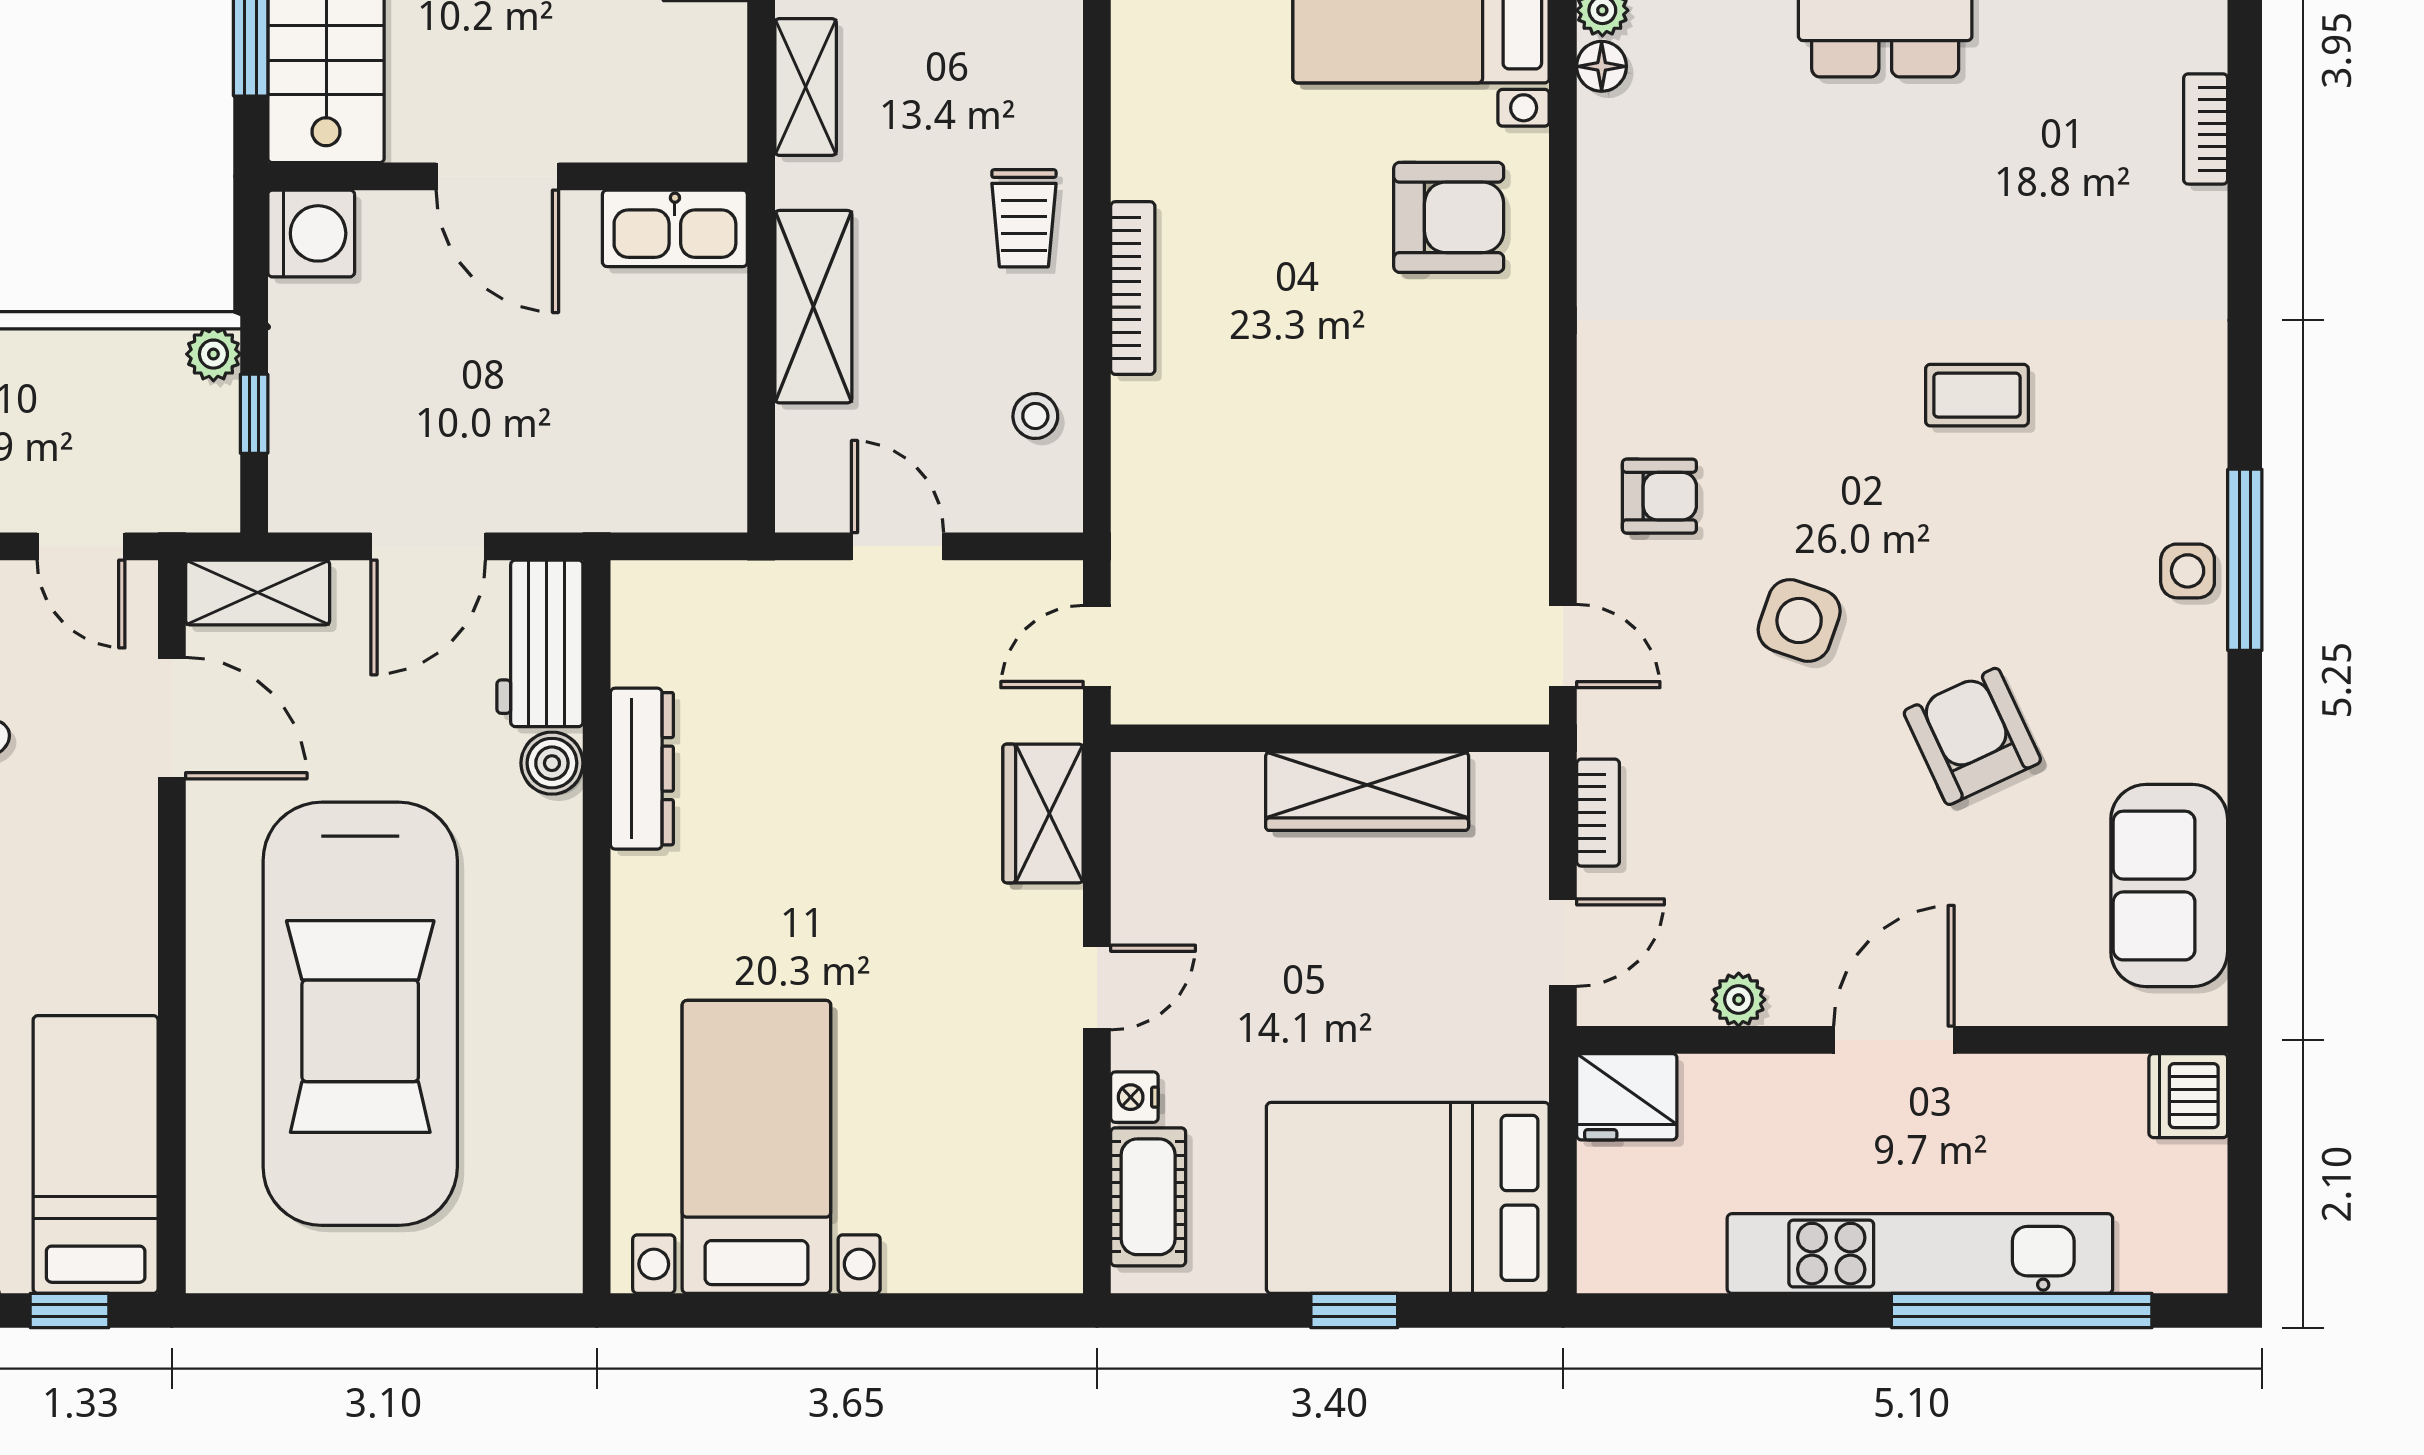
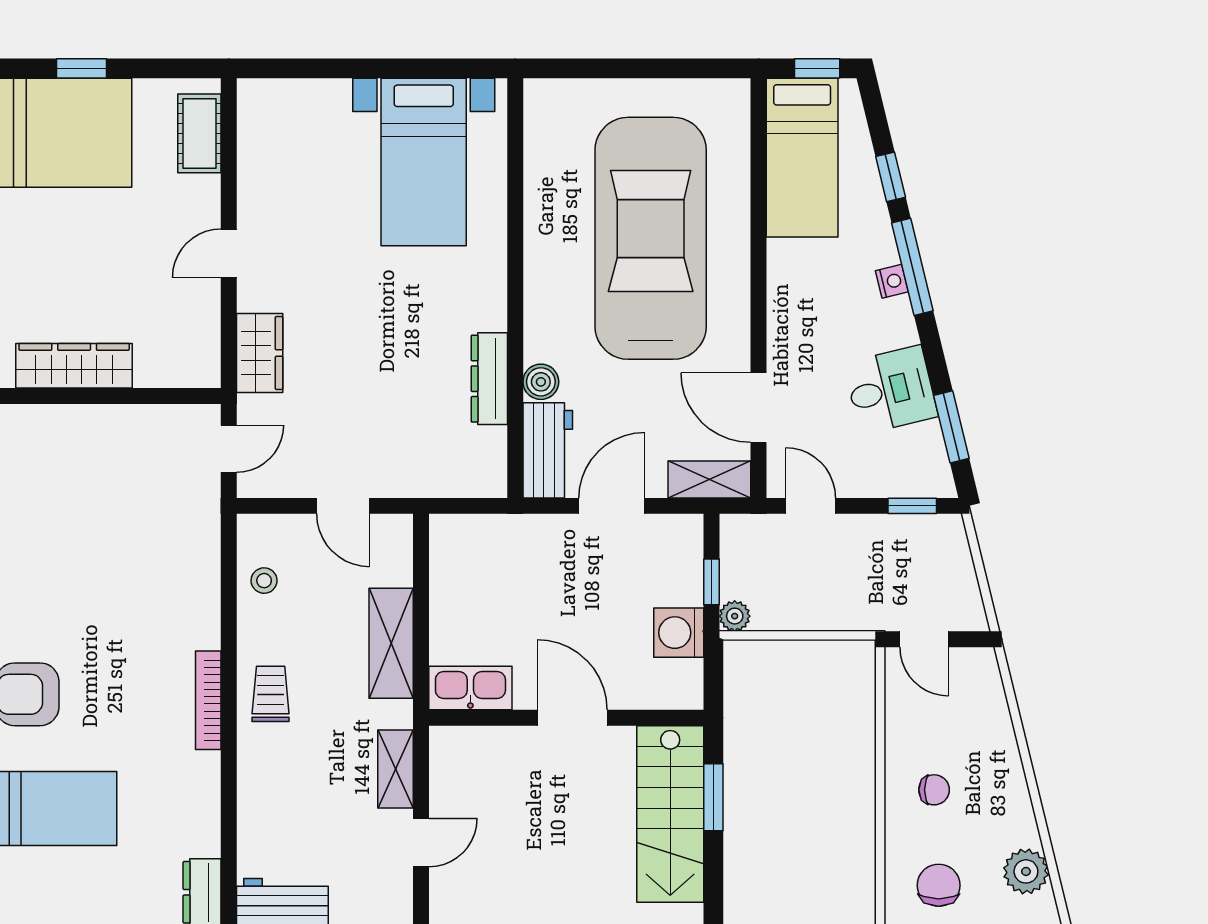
washing machine: (311, 233) -> (679, 633), moved
bookcase: (1133, 288) -> (208, 700), moved
nightstand: (1134, 1097) -> (207, 191), removed

